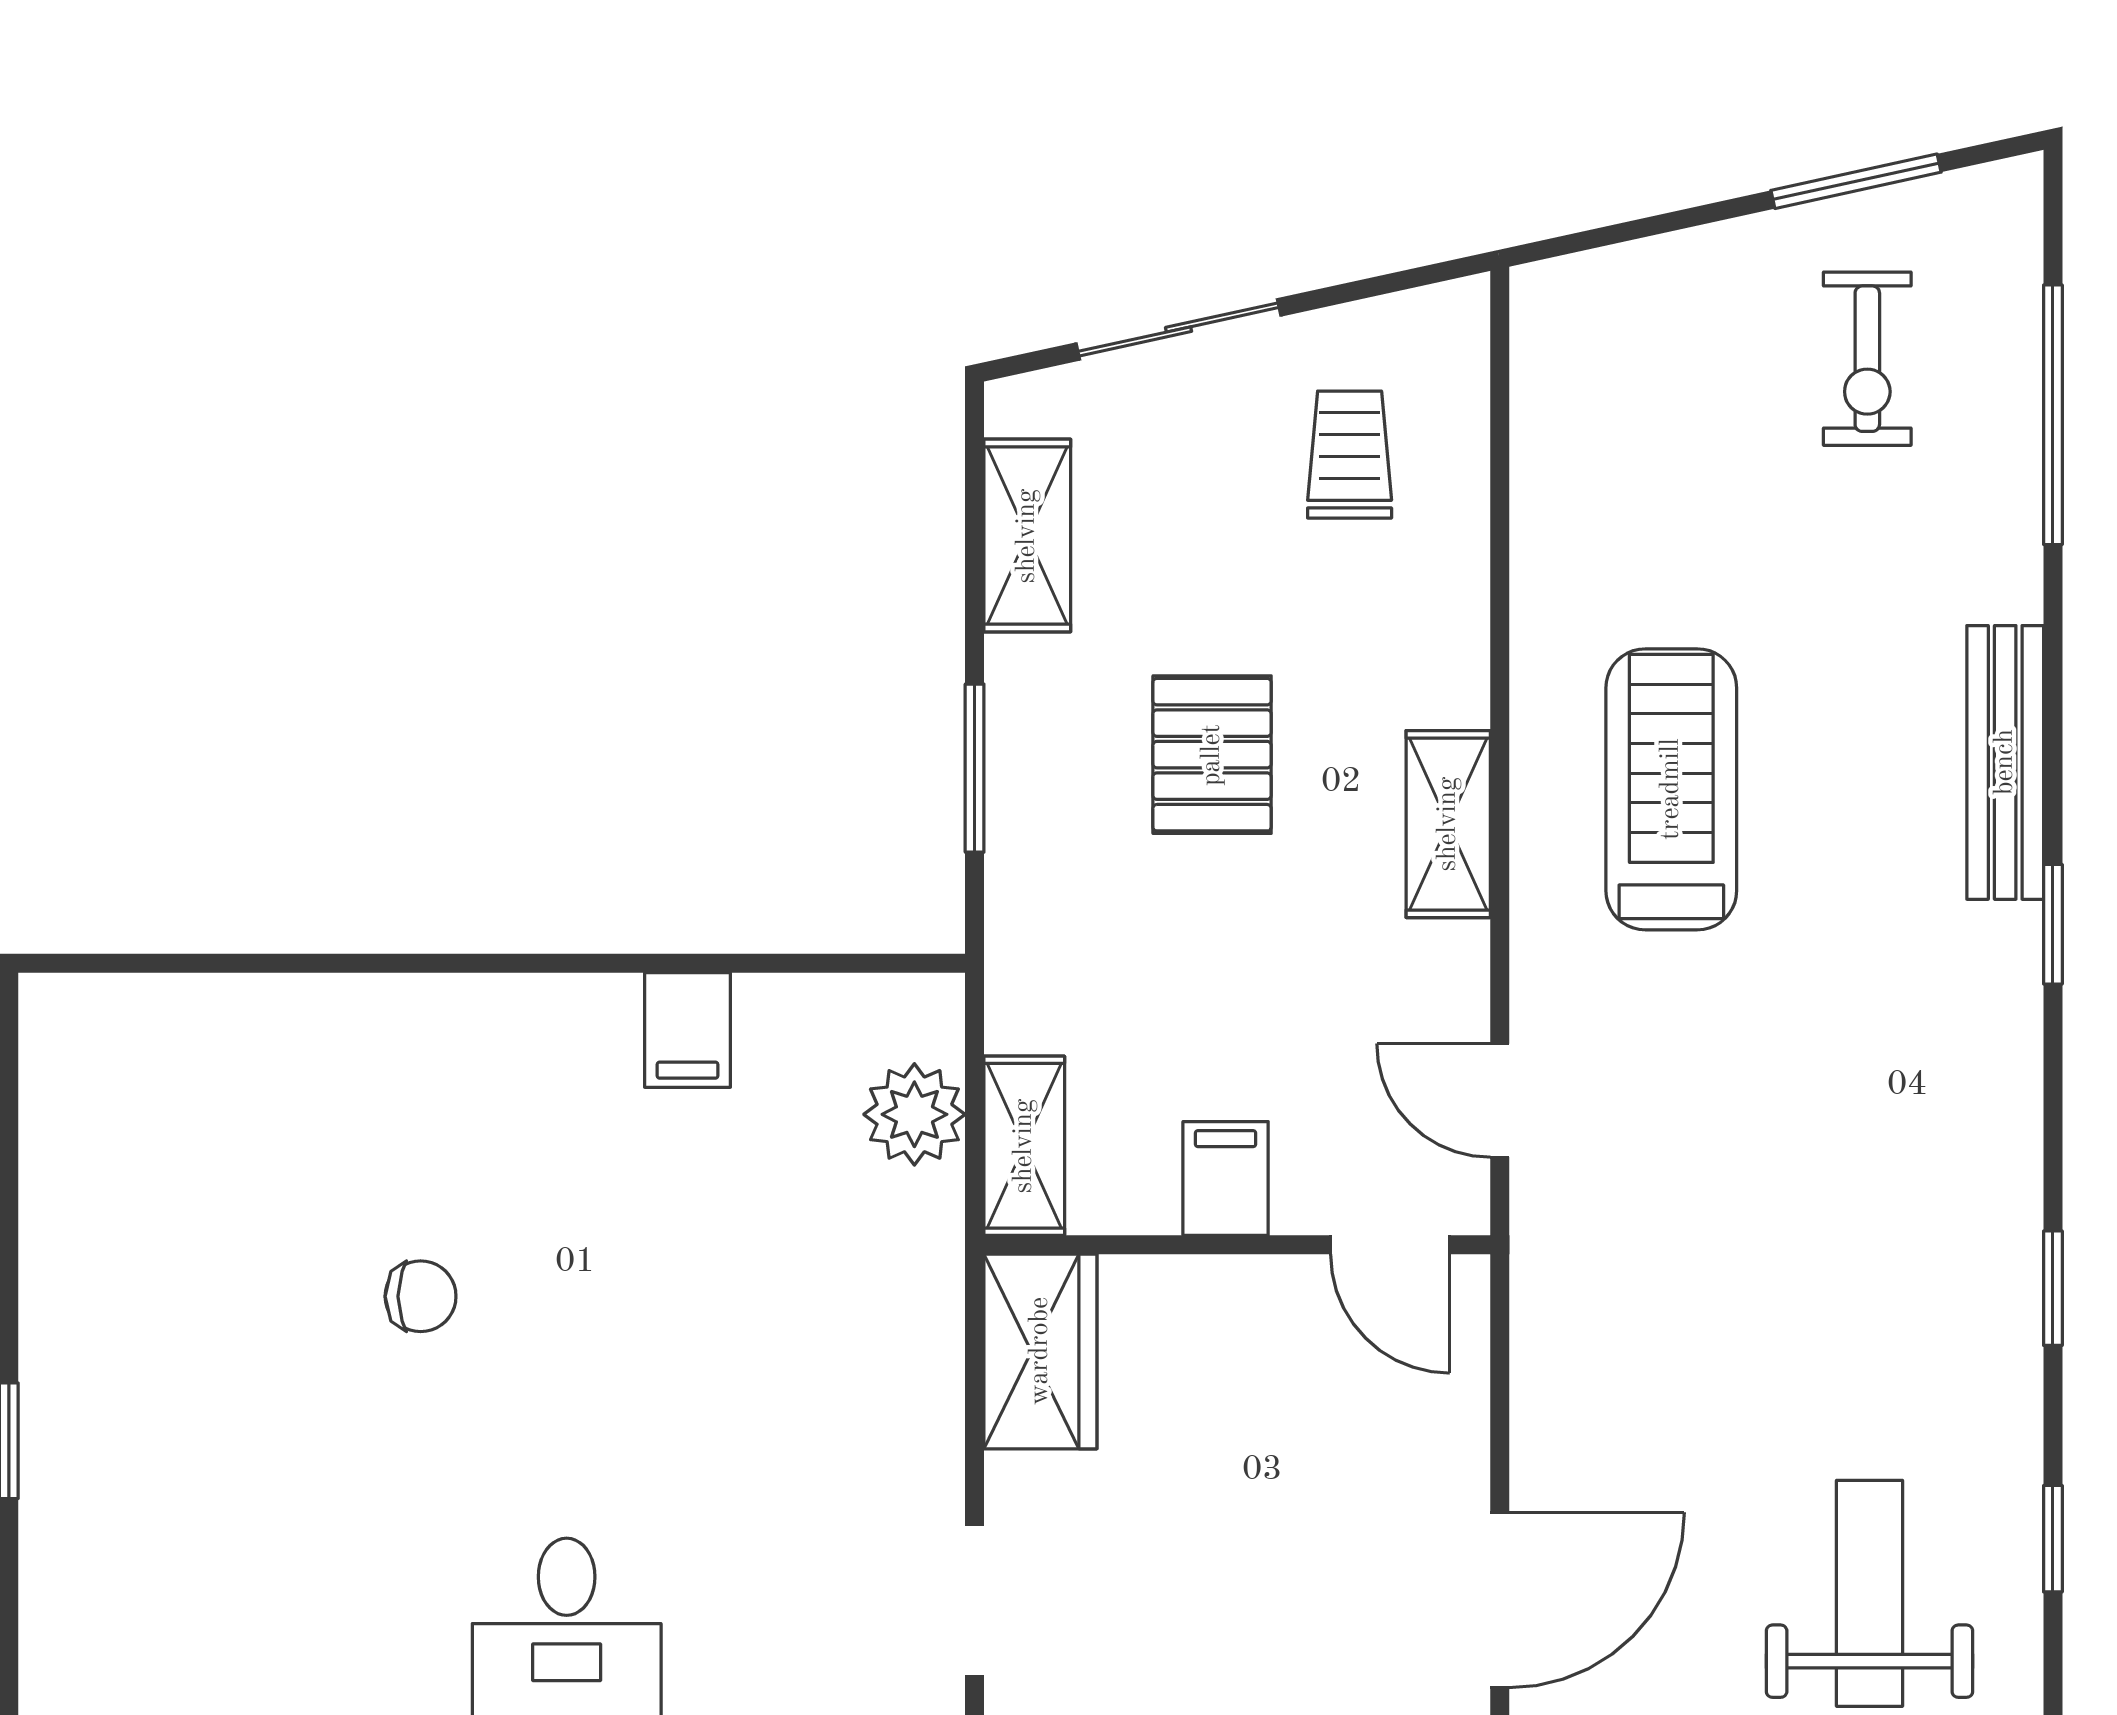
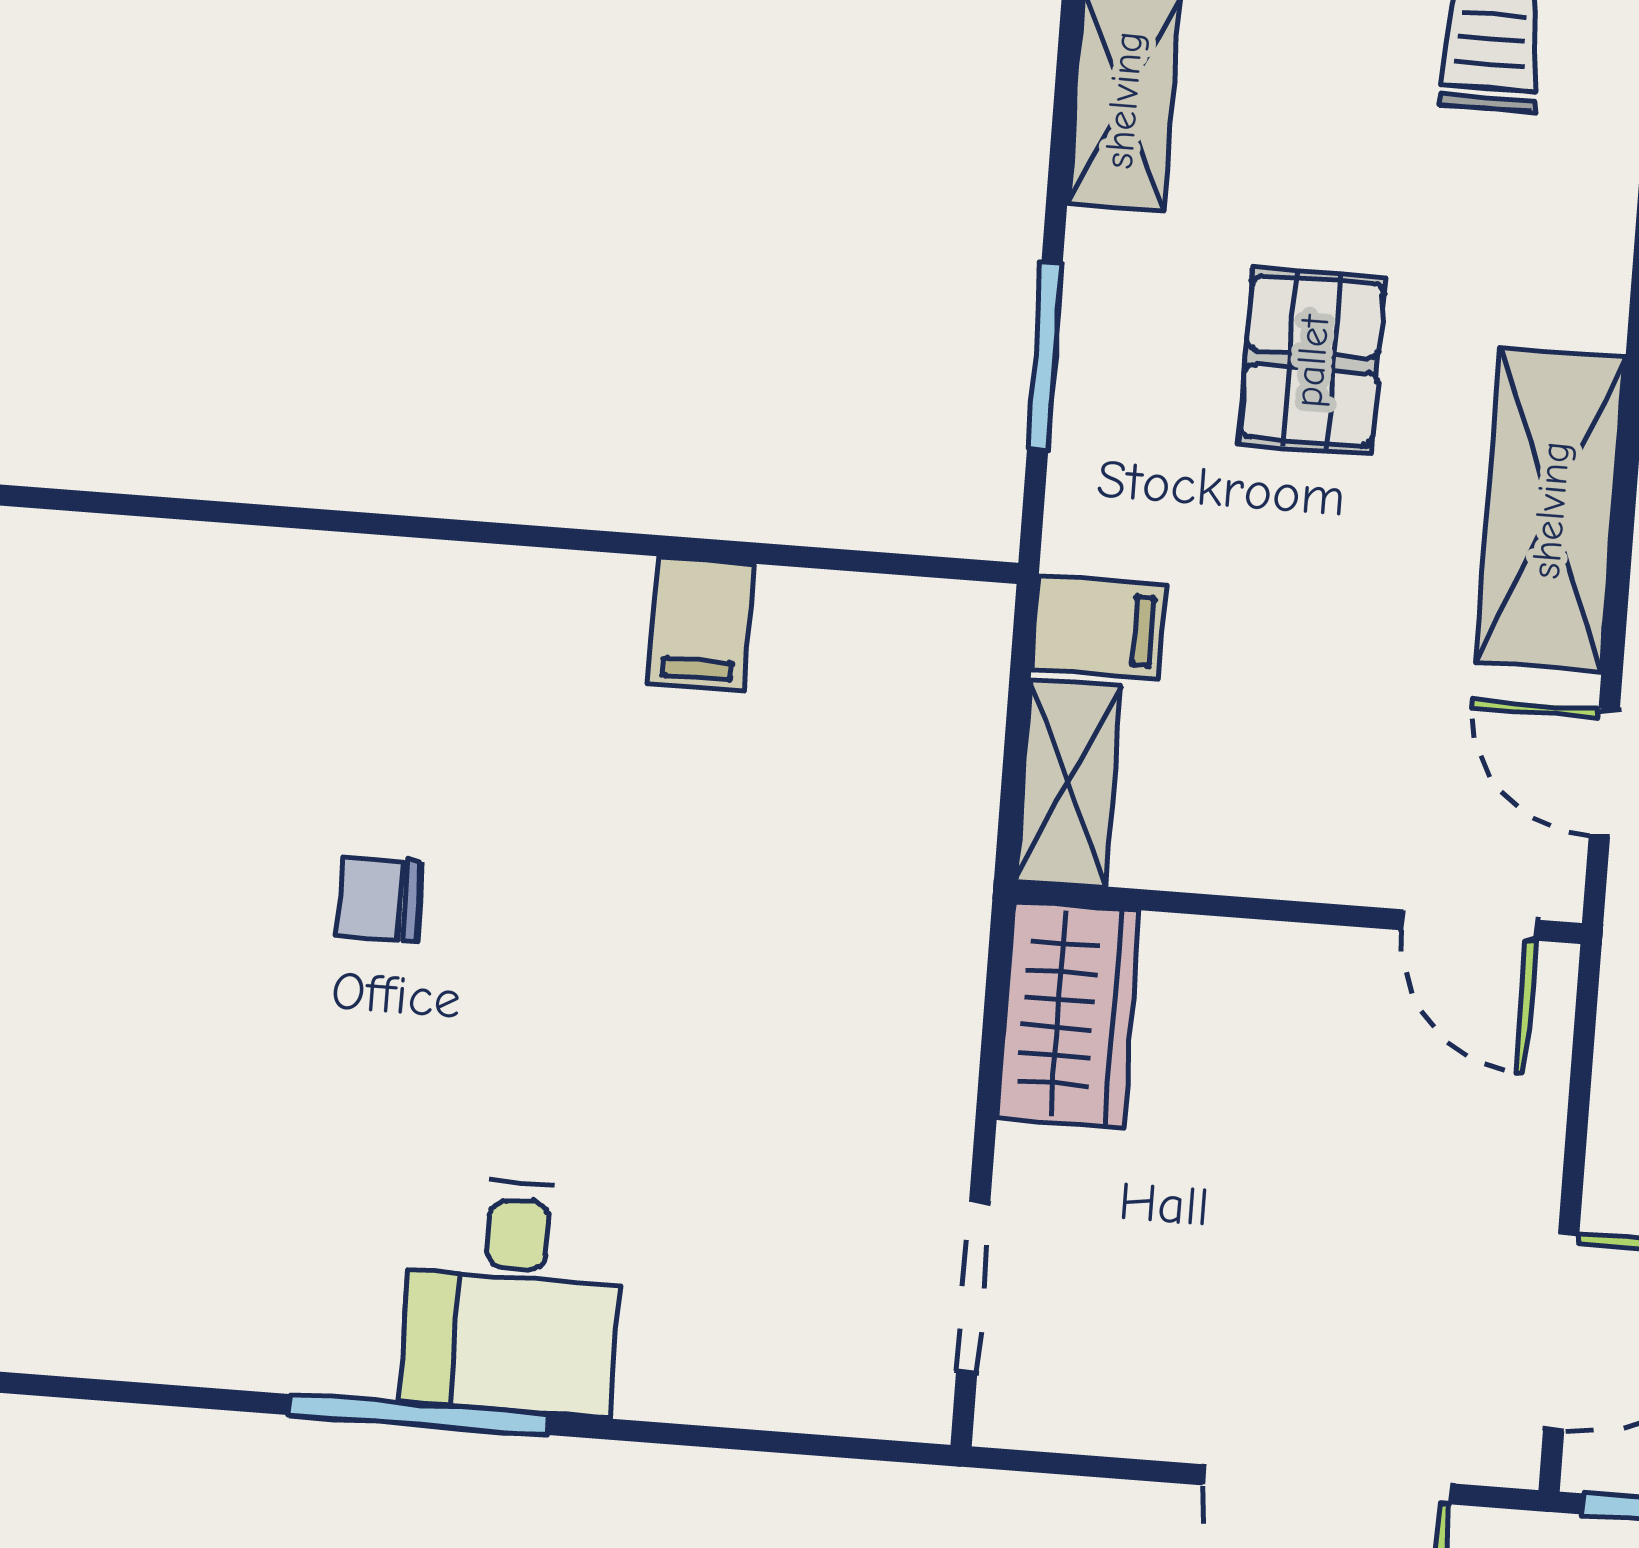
shelving: (1448, 824) -> (1551, 510), width x1.50, depth x1.33
plant: (914, 1114) -> (948, 738), removed
filing cabinet: (1226, 1178) -> (1099, 628), moved, turned 90
chair: (421, 1296) -> (379, 899), turned 180

